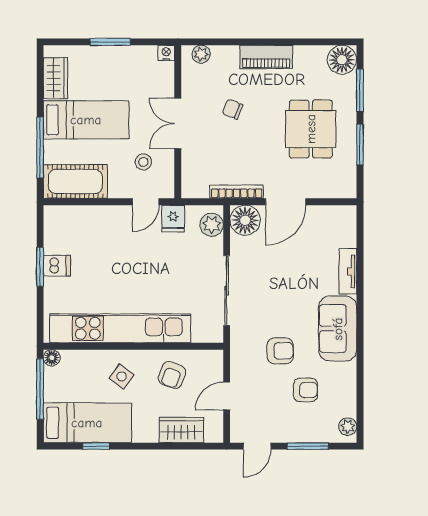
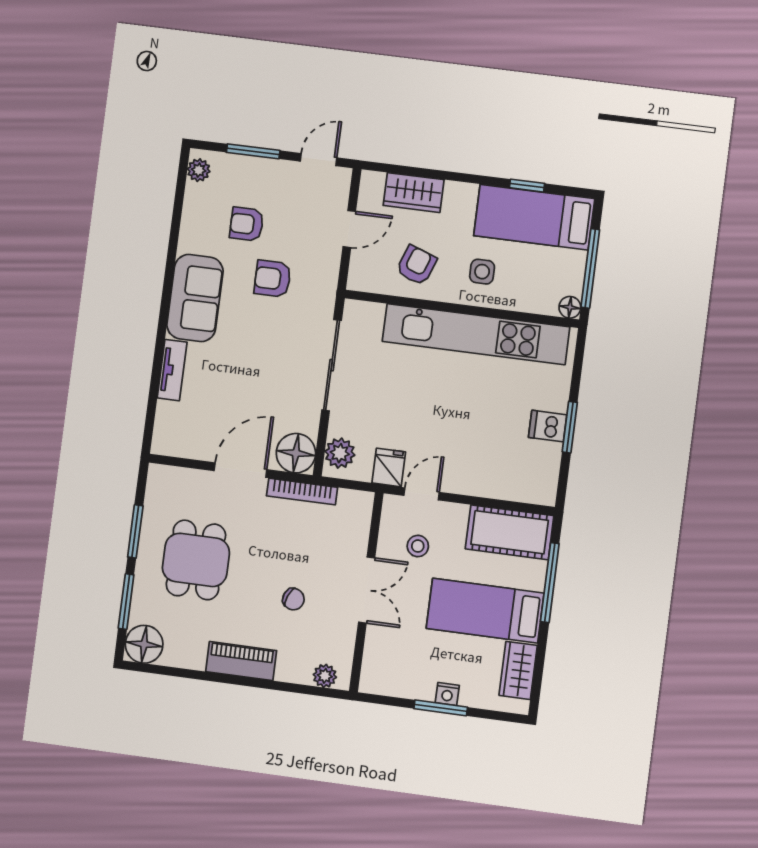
nightstand: (166, 53) -> (447, 694), moved
side table: (122, 376) -> (482, 272), turned -37

